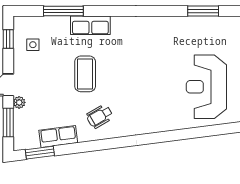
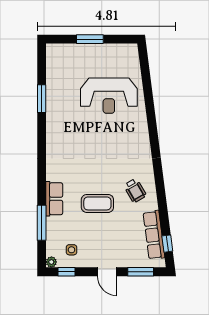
plant: (19, 102) -> (51, 262), moved
row of seats: (58, 136) -> (154, 235), width x1.48
window: (40, 153) -> (167, 244), width x0.67

